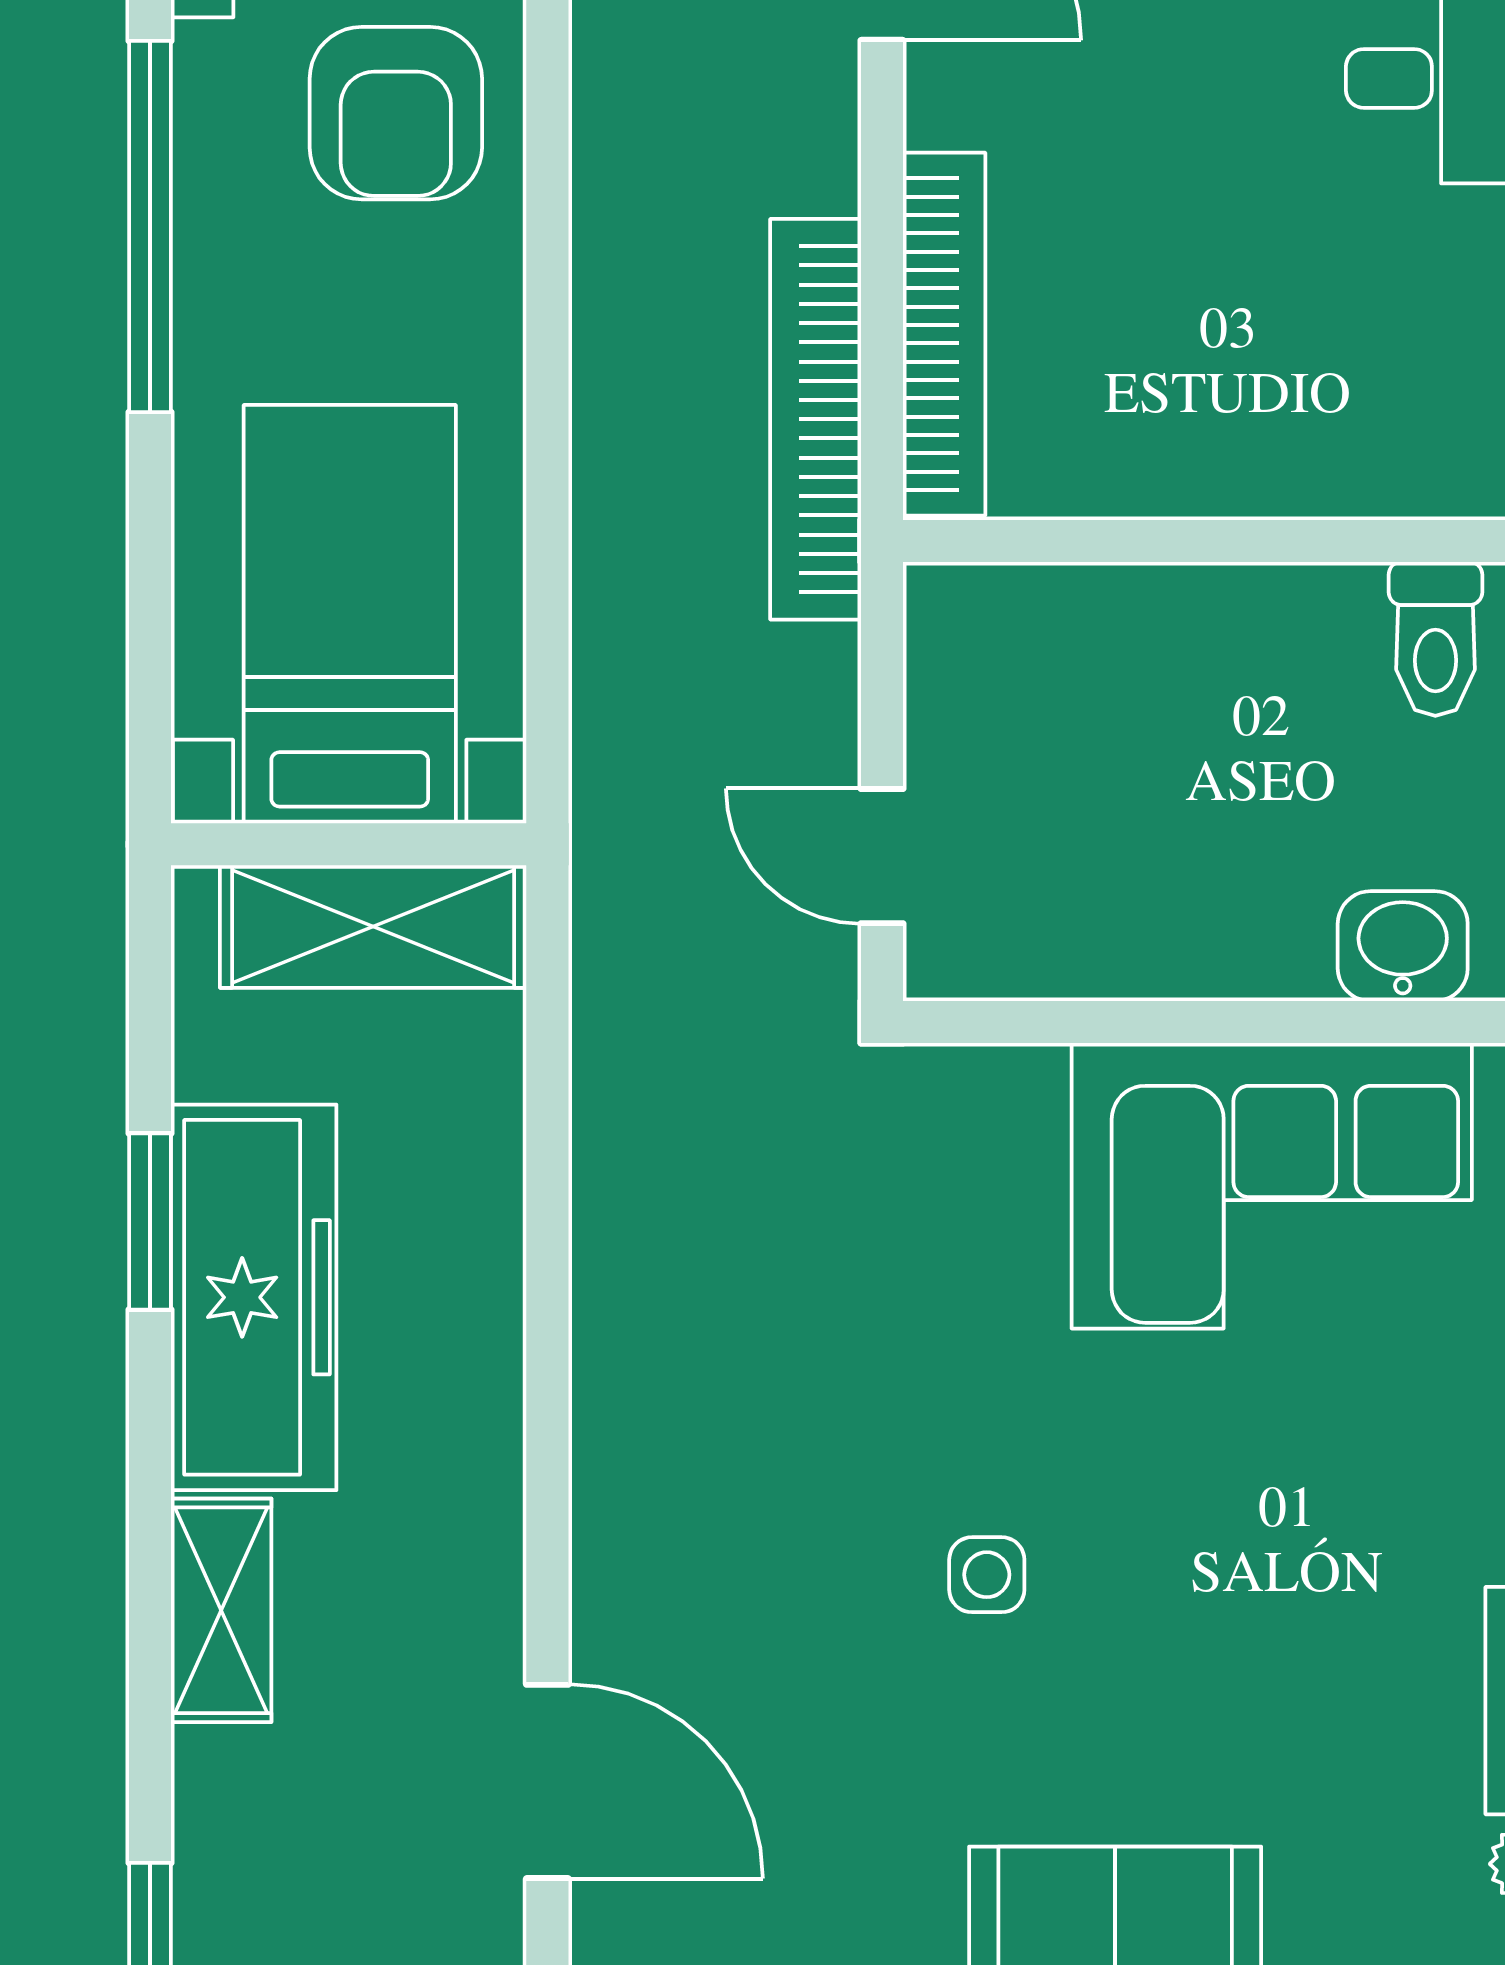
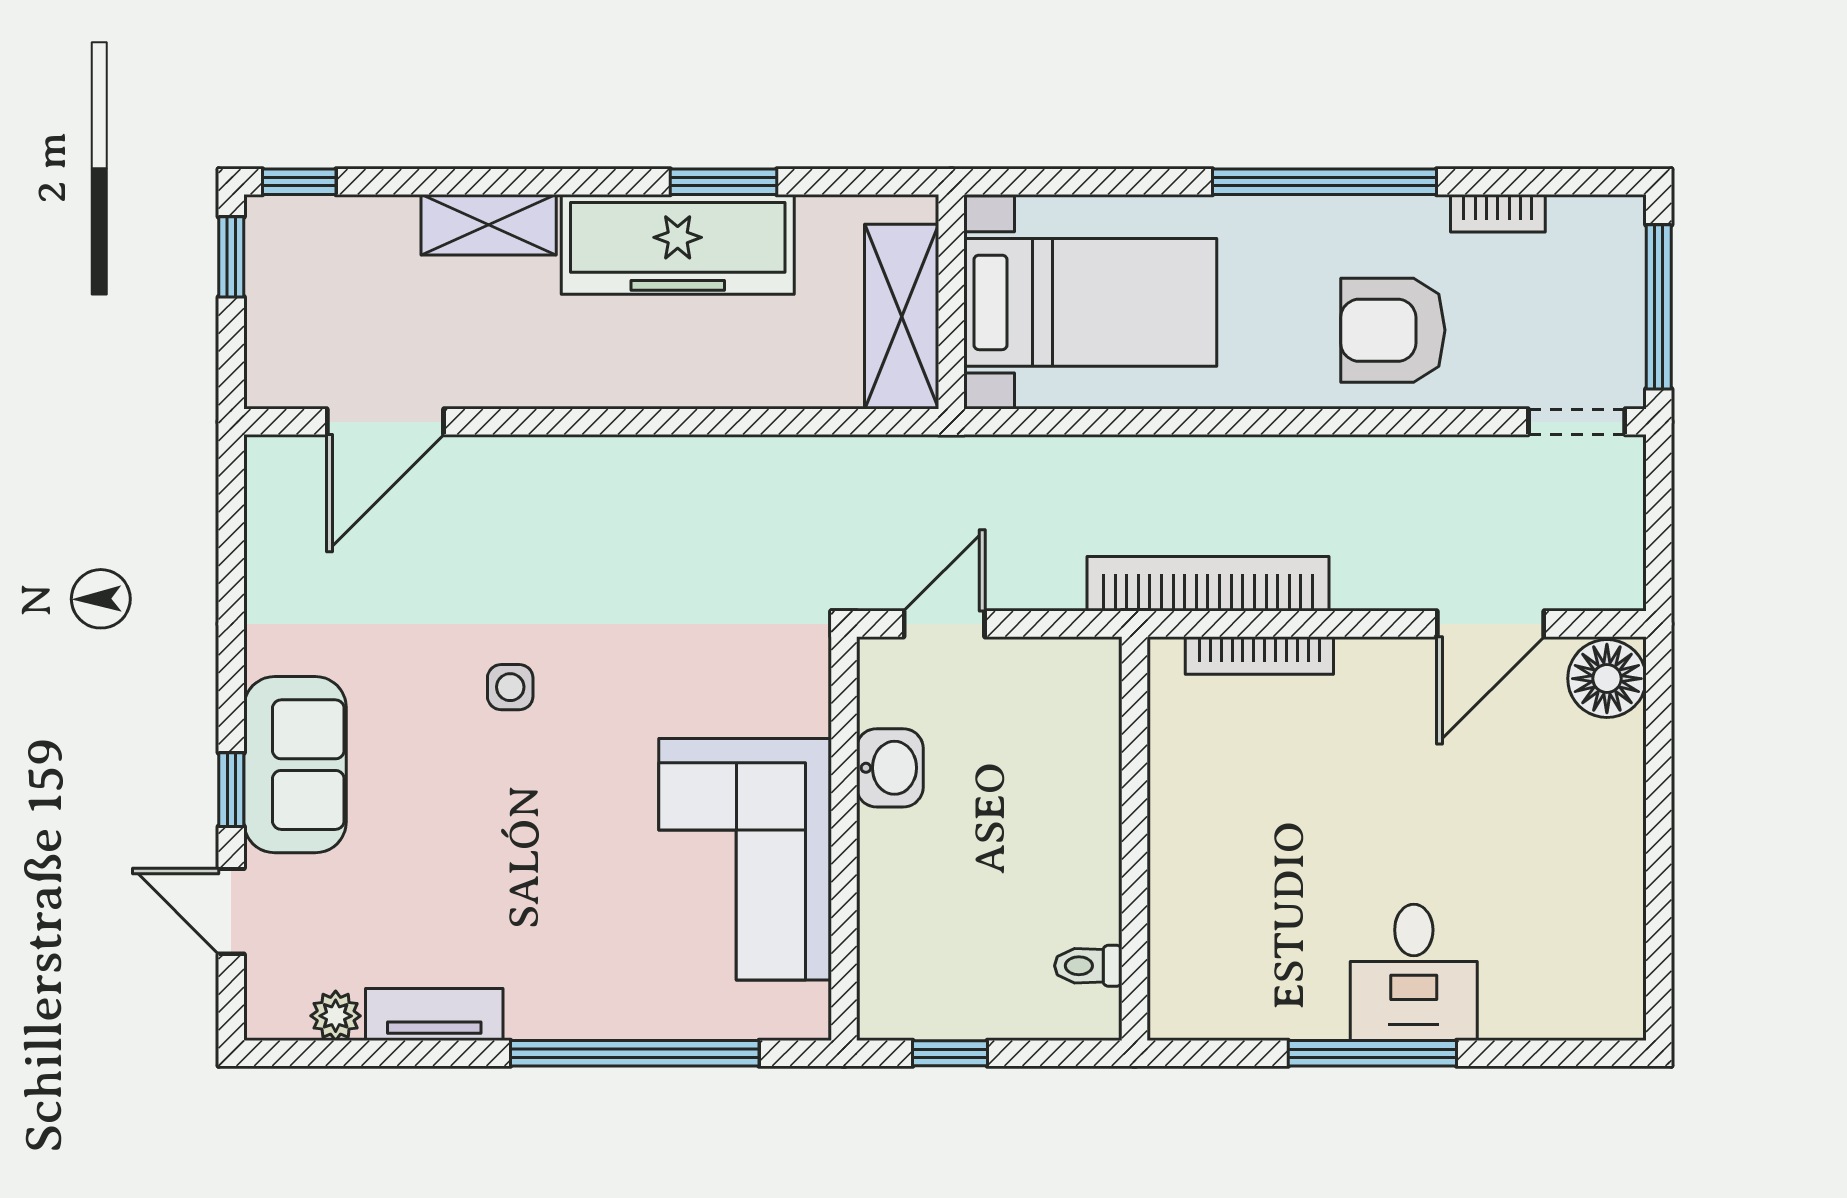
bookcase: (944, 334) -> (1259, 655), width x0.68, depth x0.76
toilet: (1435, 639) -> (1088, 966), width x0.73, depth x0.72
washbasin: (1403, 946) -> (890, 768), moved

